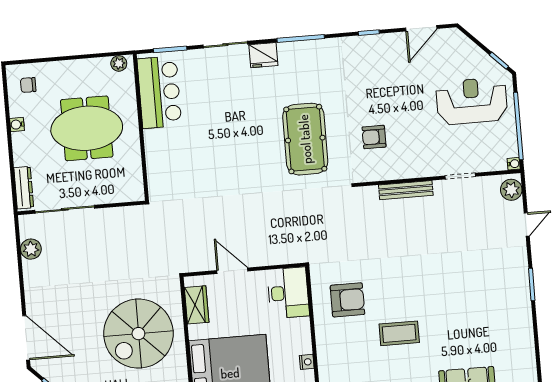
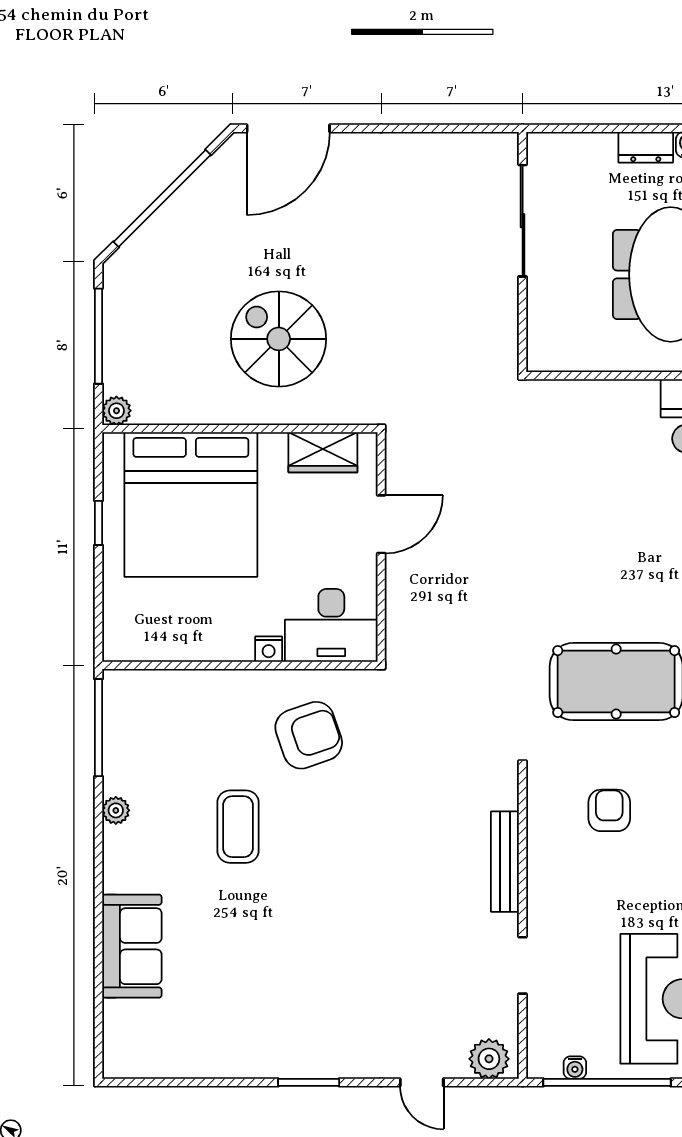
water cooler: (514, 164) -> (575, 1068), moved
dresser: (24, 188) -> (646, 147), moved, width x0.70
plant: (31, 249) -> (453, 151), removed
armchair: (347, 300) -> (309, 735), turned -109
spiral stairs: (138, 334) -> (279, 339), width x0.73, depth x0.73
nightstand: (307, 362) -> (269, 649), moved

